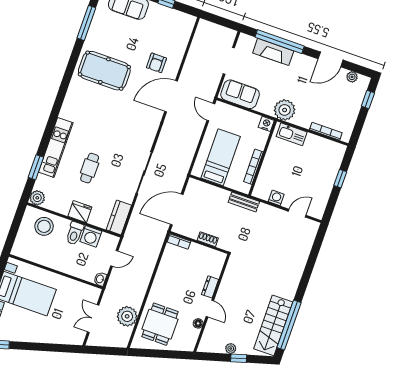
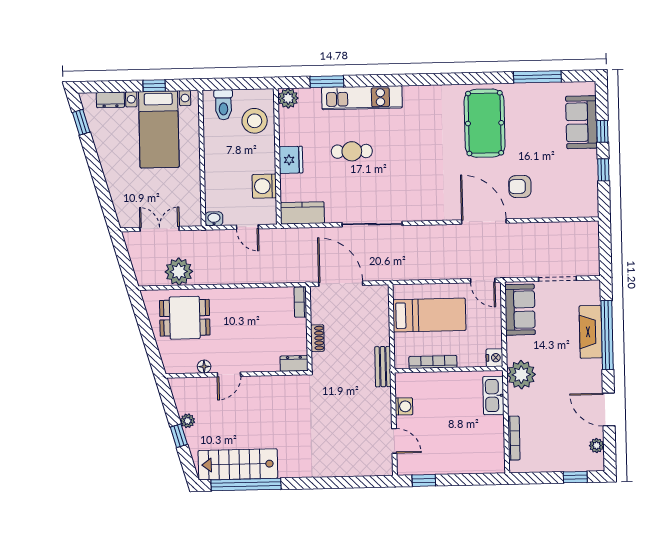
door: (211, 112) -> (483, 280), swing flipped
window: (340, 179) -> (424, 480), moved
toilet: (75, 233) -> (223, 105), moved, turned -90
dresser: (210, 287) -> (294, 363), moved

